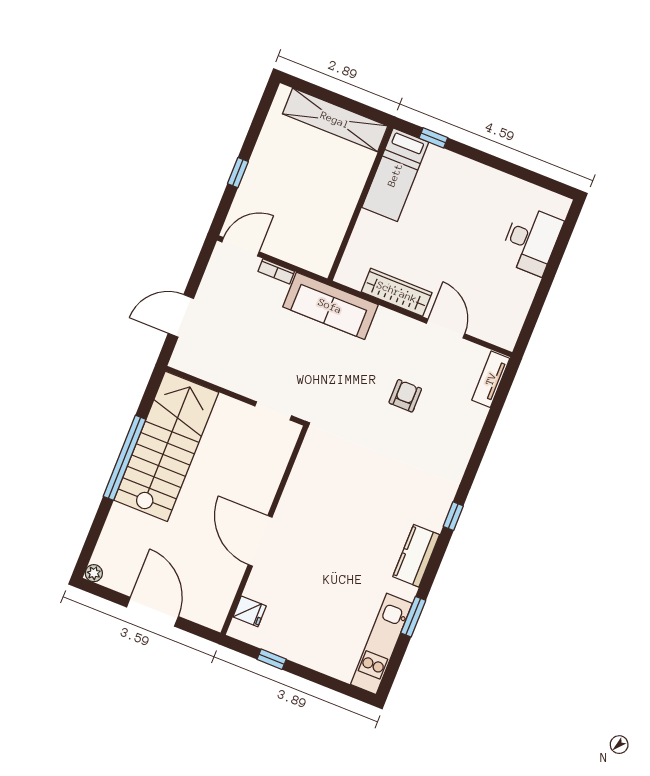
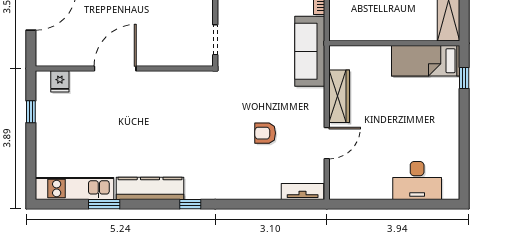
armchair: (405, 396) -> (265, 133), turned 180
kitchen counter: (416, 556) -> (150, 188), width x1.50

